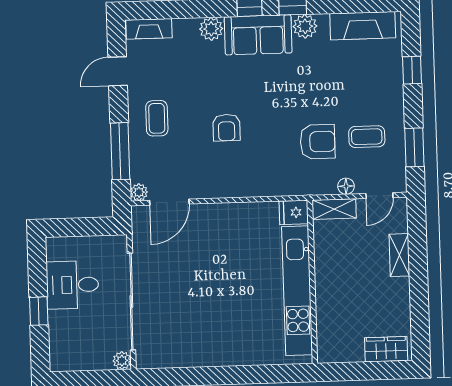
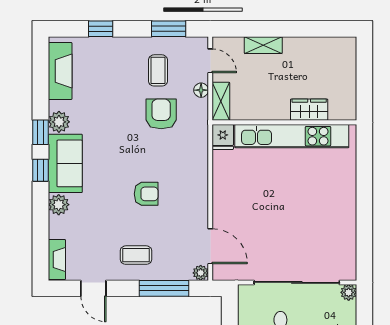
wardrobe: (386, 349) -> (309, 110), moved, turned 90

